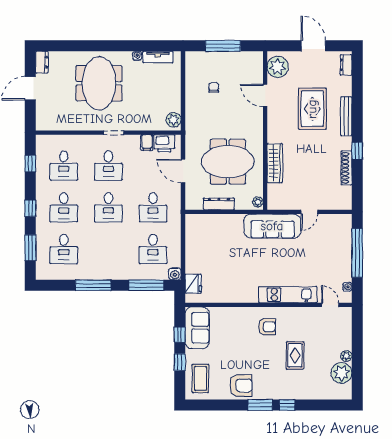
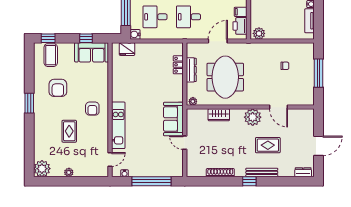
plant: (278, 67) -> (253, 117), moved
door: (265, 96) -> (278, 107), swing flipped
rug: (312, 109) -> (268, 145), width x0.73, depth x0.70
window: (357, 151) -> (249, 181), moved
wardrobe: (275, 163) -> (219, 115), width x0.67
locker: (213, 220) -> (178, 65), added
sofa: (272, 226) -> (173, 119), width x0.73
rug: (295, 355) -> (69, 131), turned 90
window: (180, 362) -> (48, 38), moved
plant: (341, 373) -> (42, 169), moved
coffee table: (200, 378) -> (51, 55), turned 90
armchair: (241, 385) -> (58, 88), moved
window: (287, 405) -> (29, 125), removed

